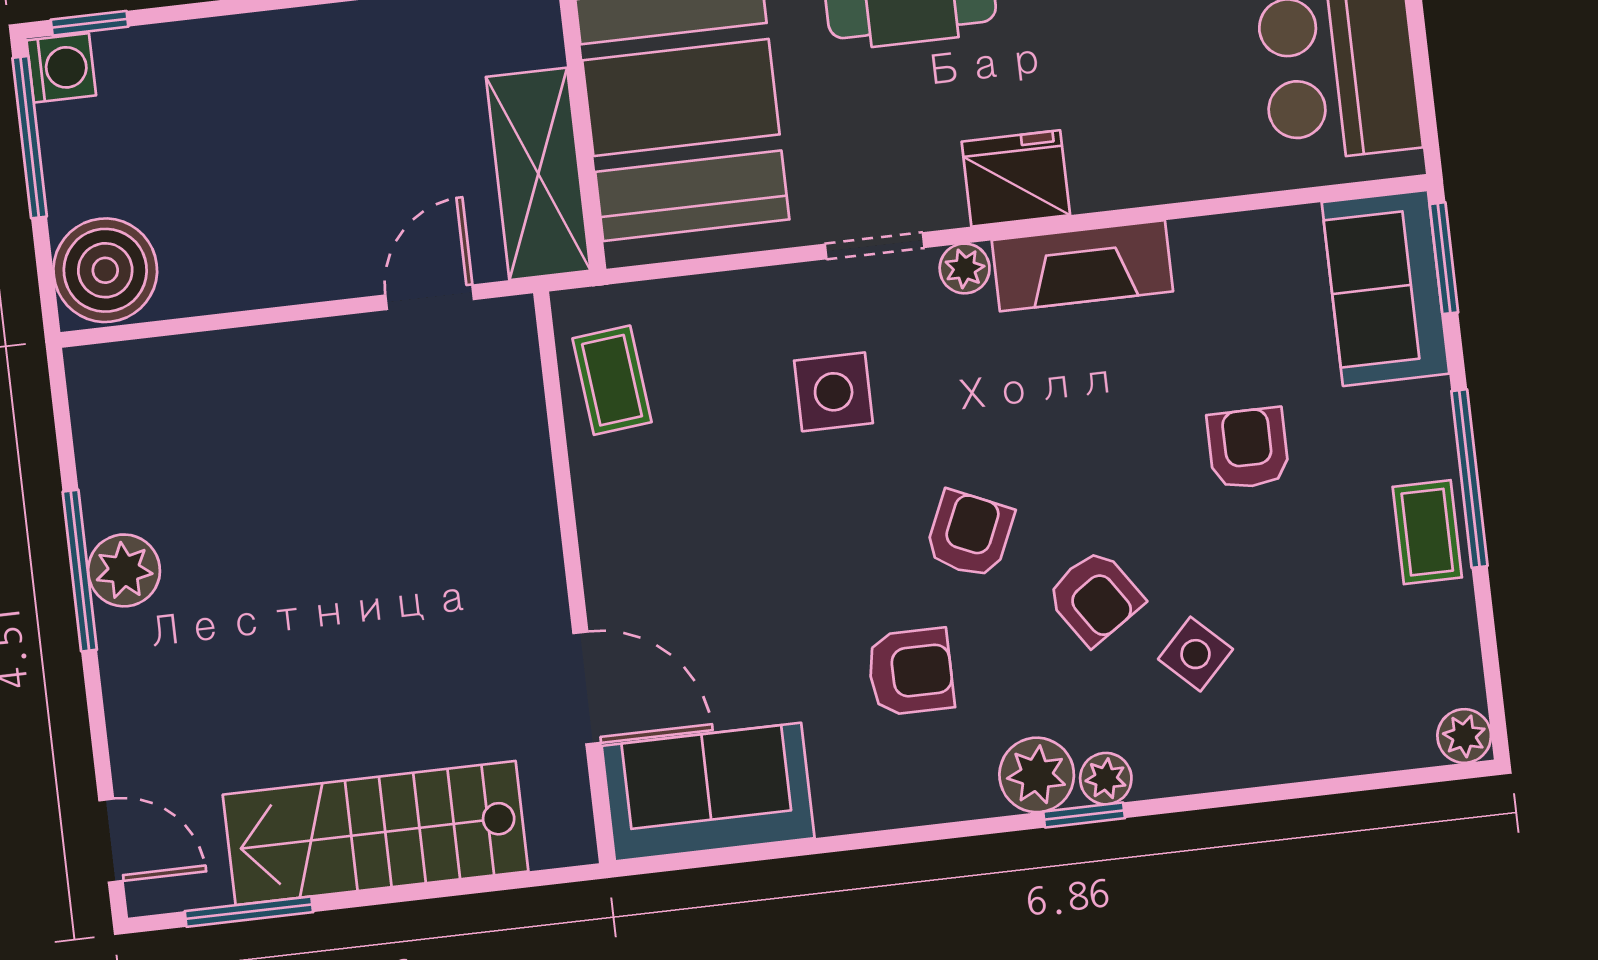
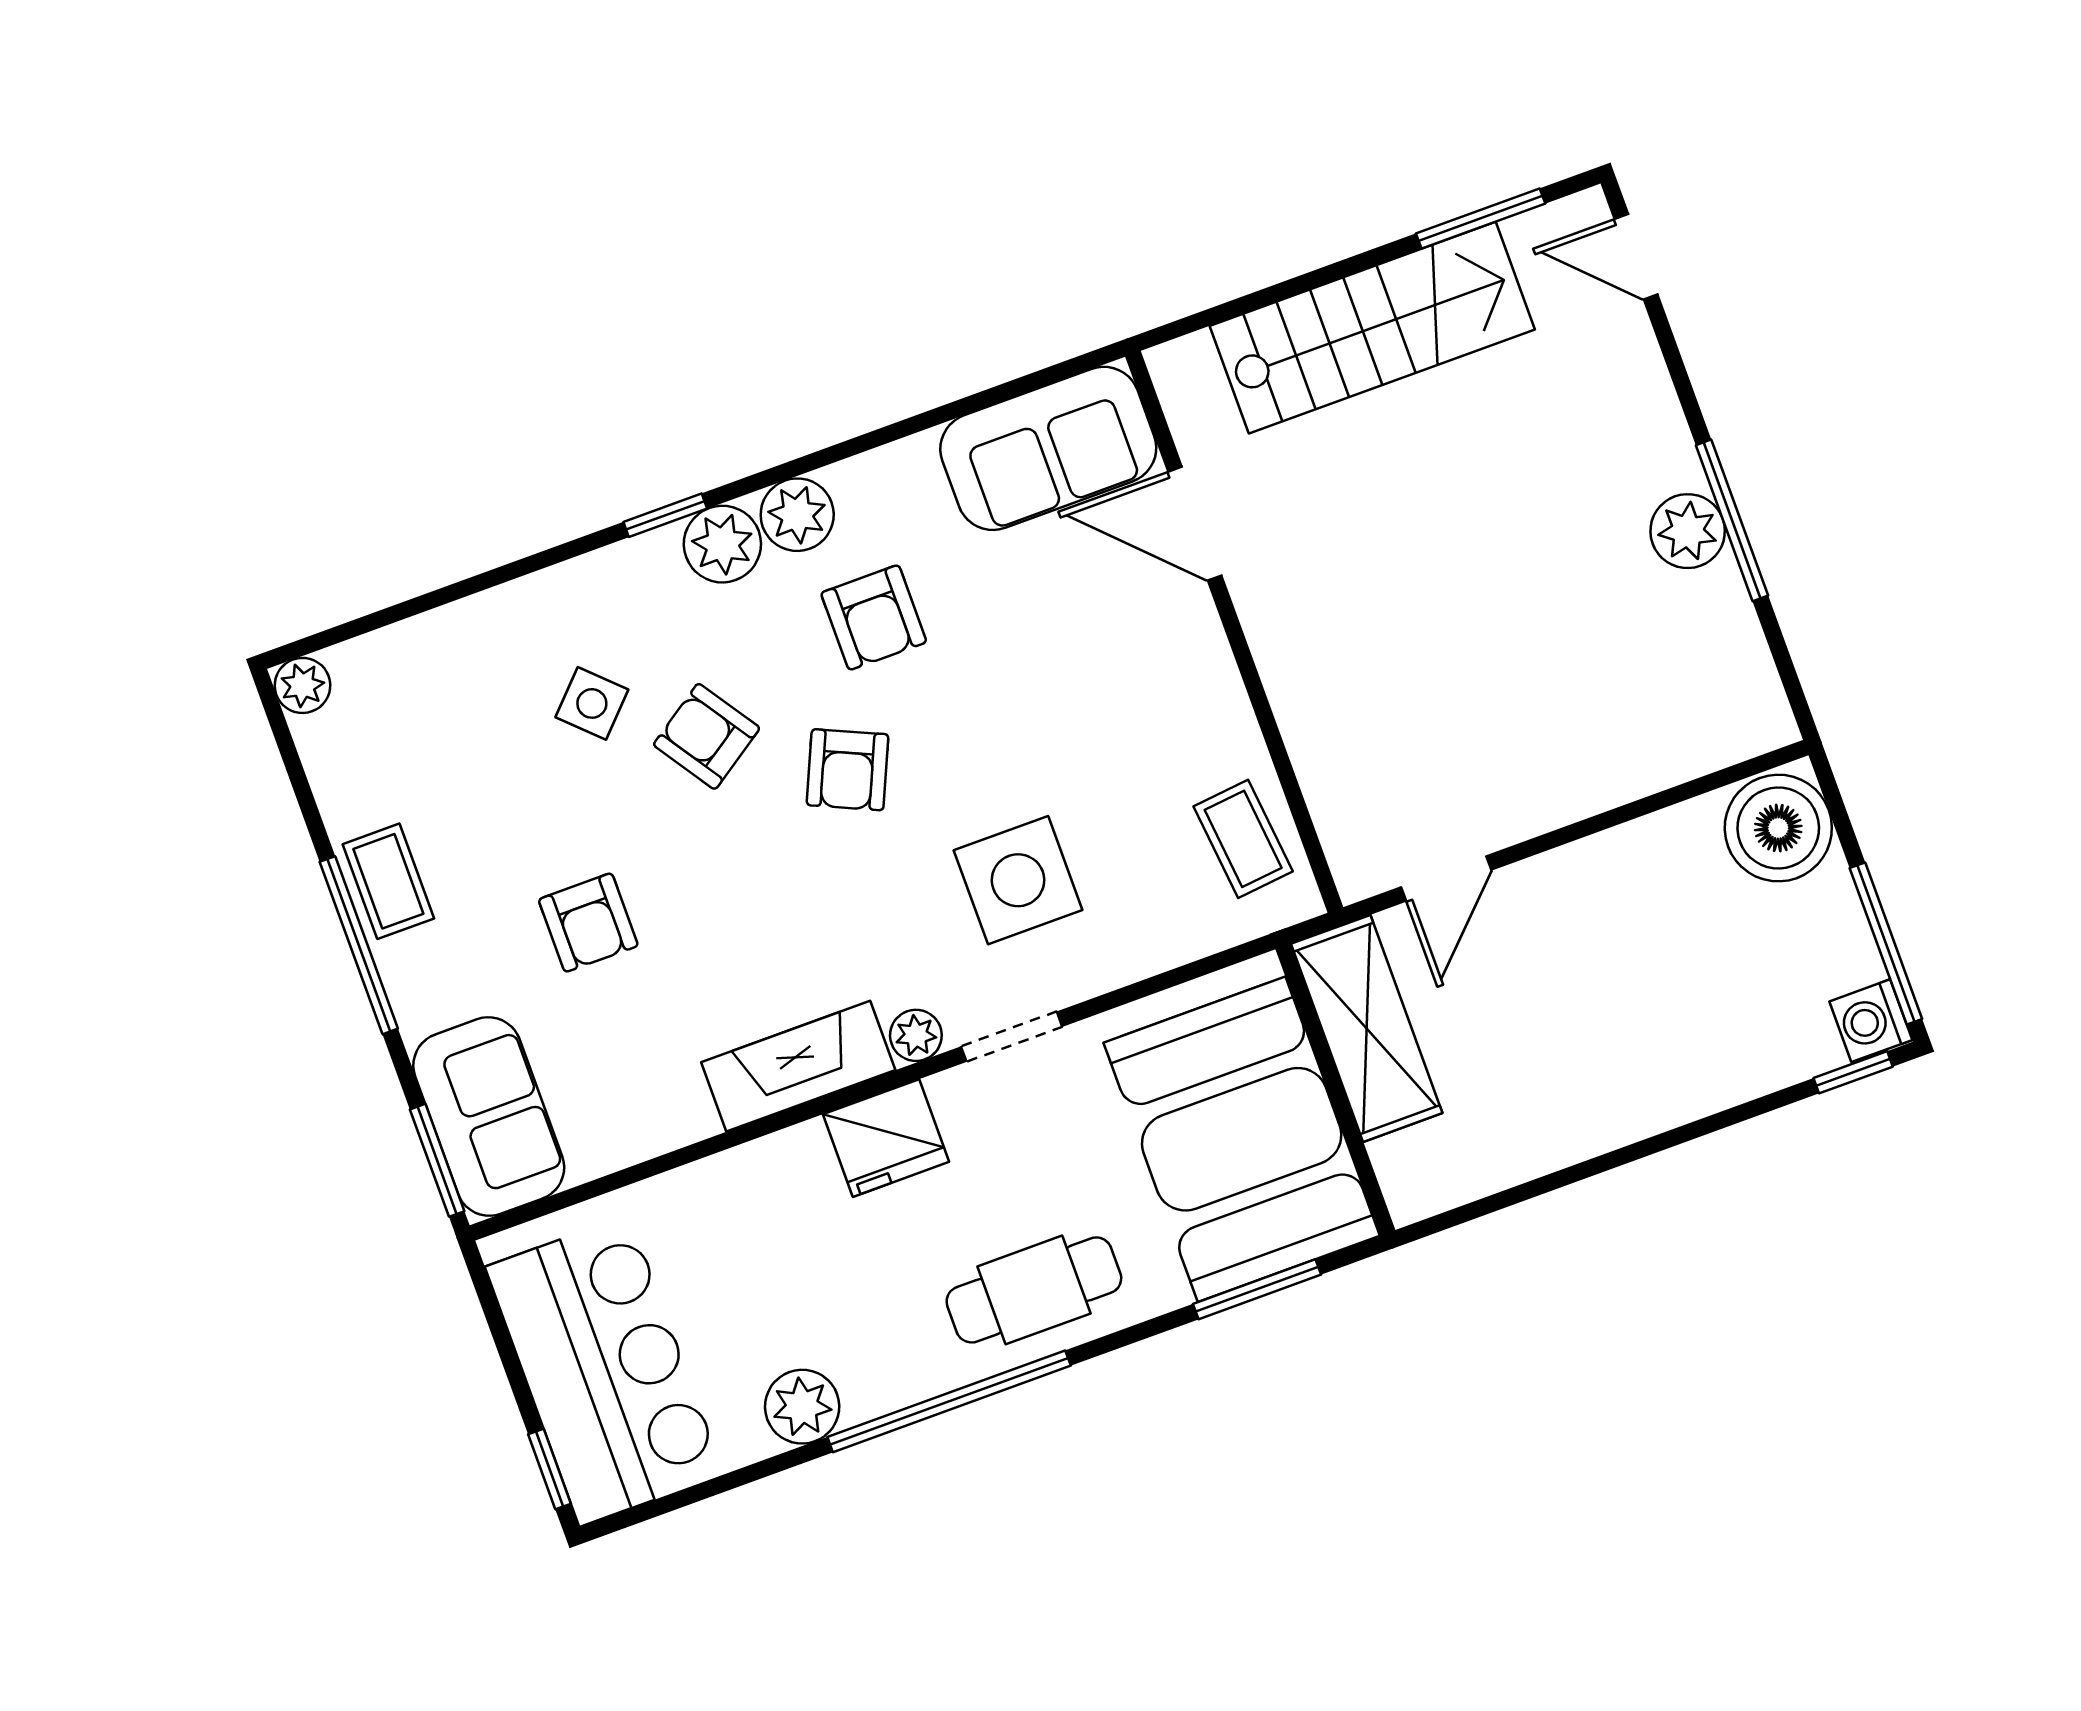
side table: (834, 392) -> (1018, 880), width x1.37, depth x1.37
armchair: (911, 672) -> (874, 617), turned -90
plant: (1106, 779) -> (797, 515), moved, width x1.38, depth x1.38

